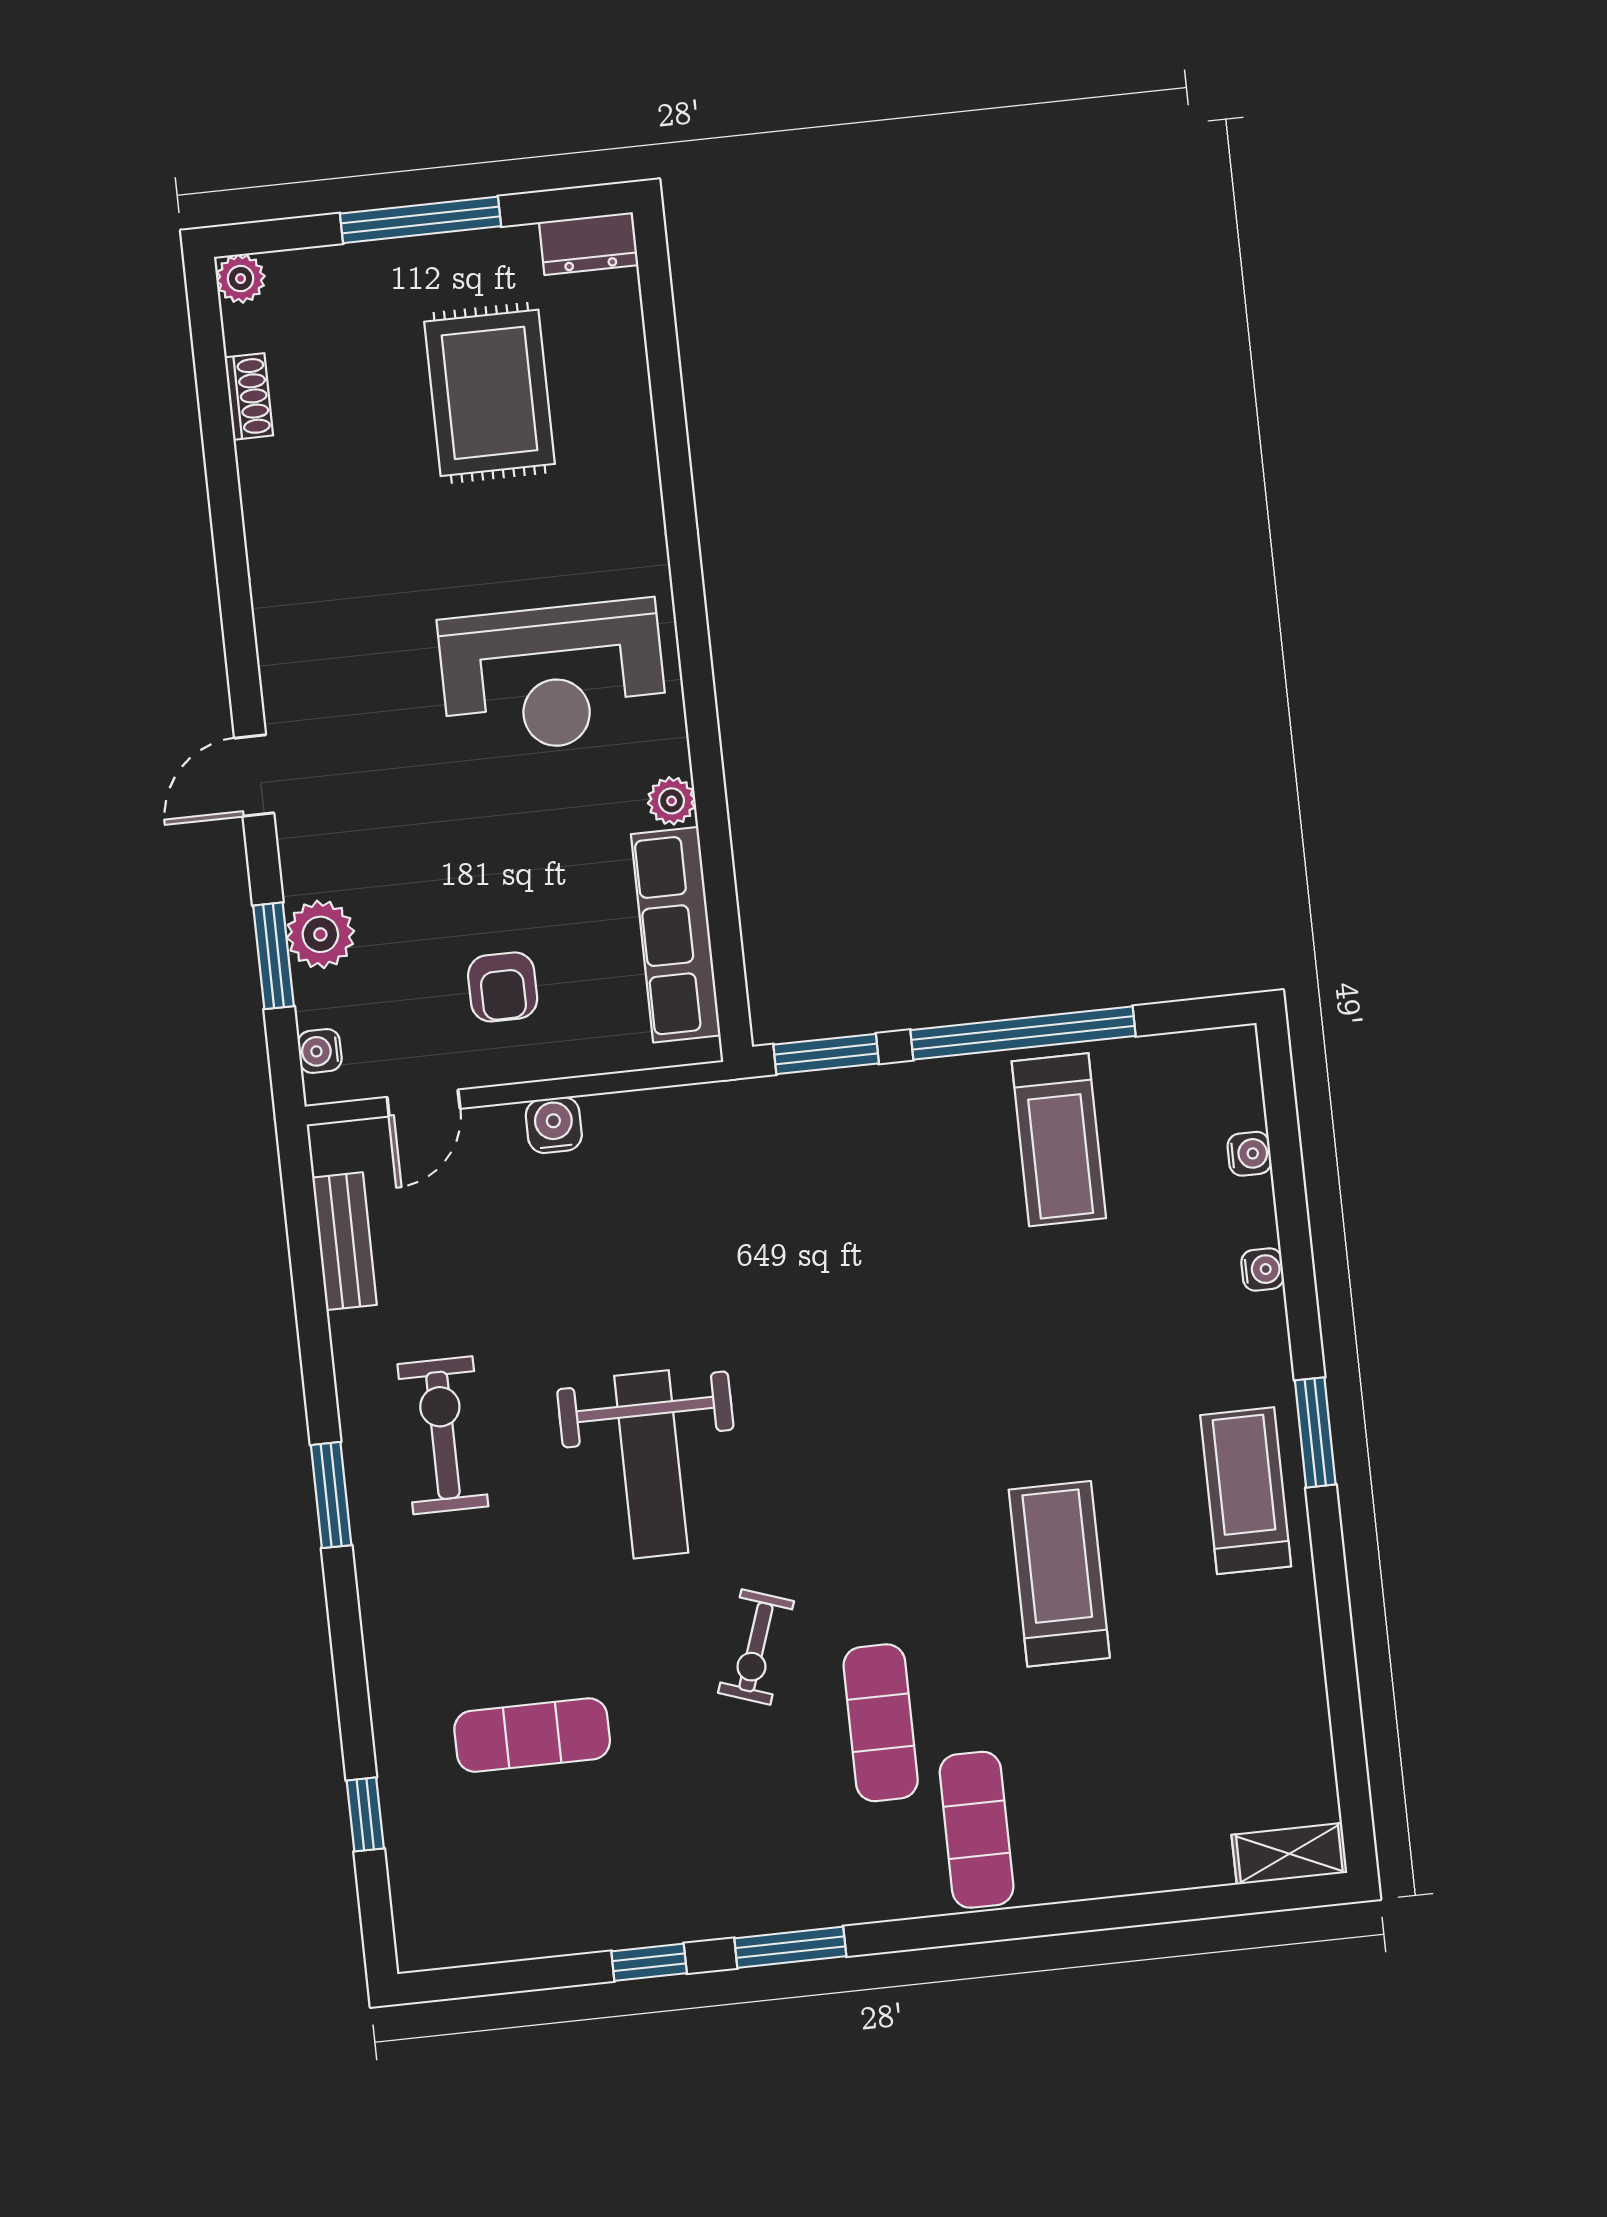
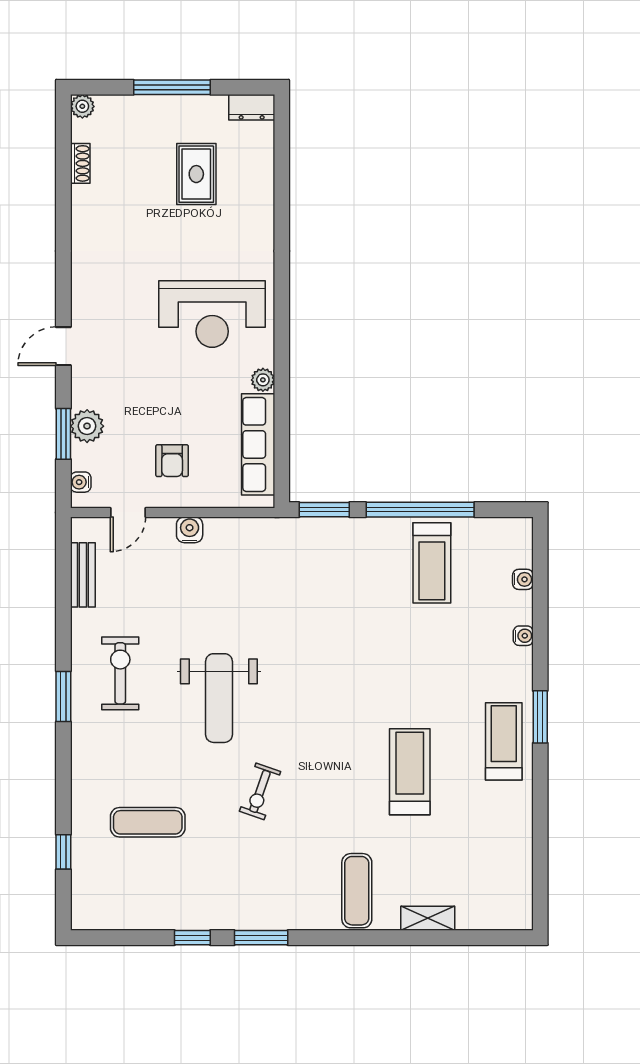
rug: (490, 393) -> (196, 174), width x0.73, depth x0.70
exercise mat: (881, 1723) -> (316, 834), removed
shelving: (1289, 1854) -> (428, 918), moved

